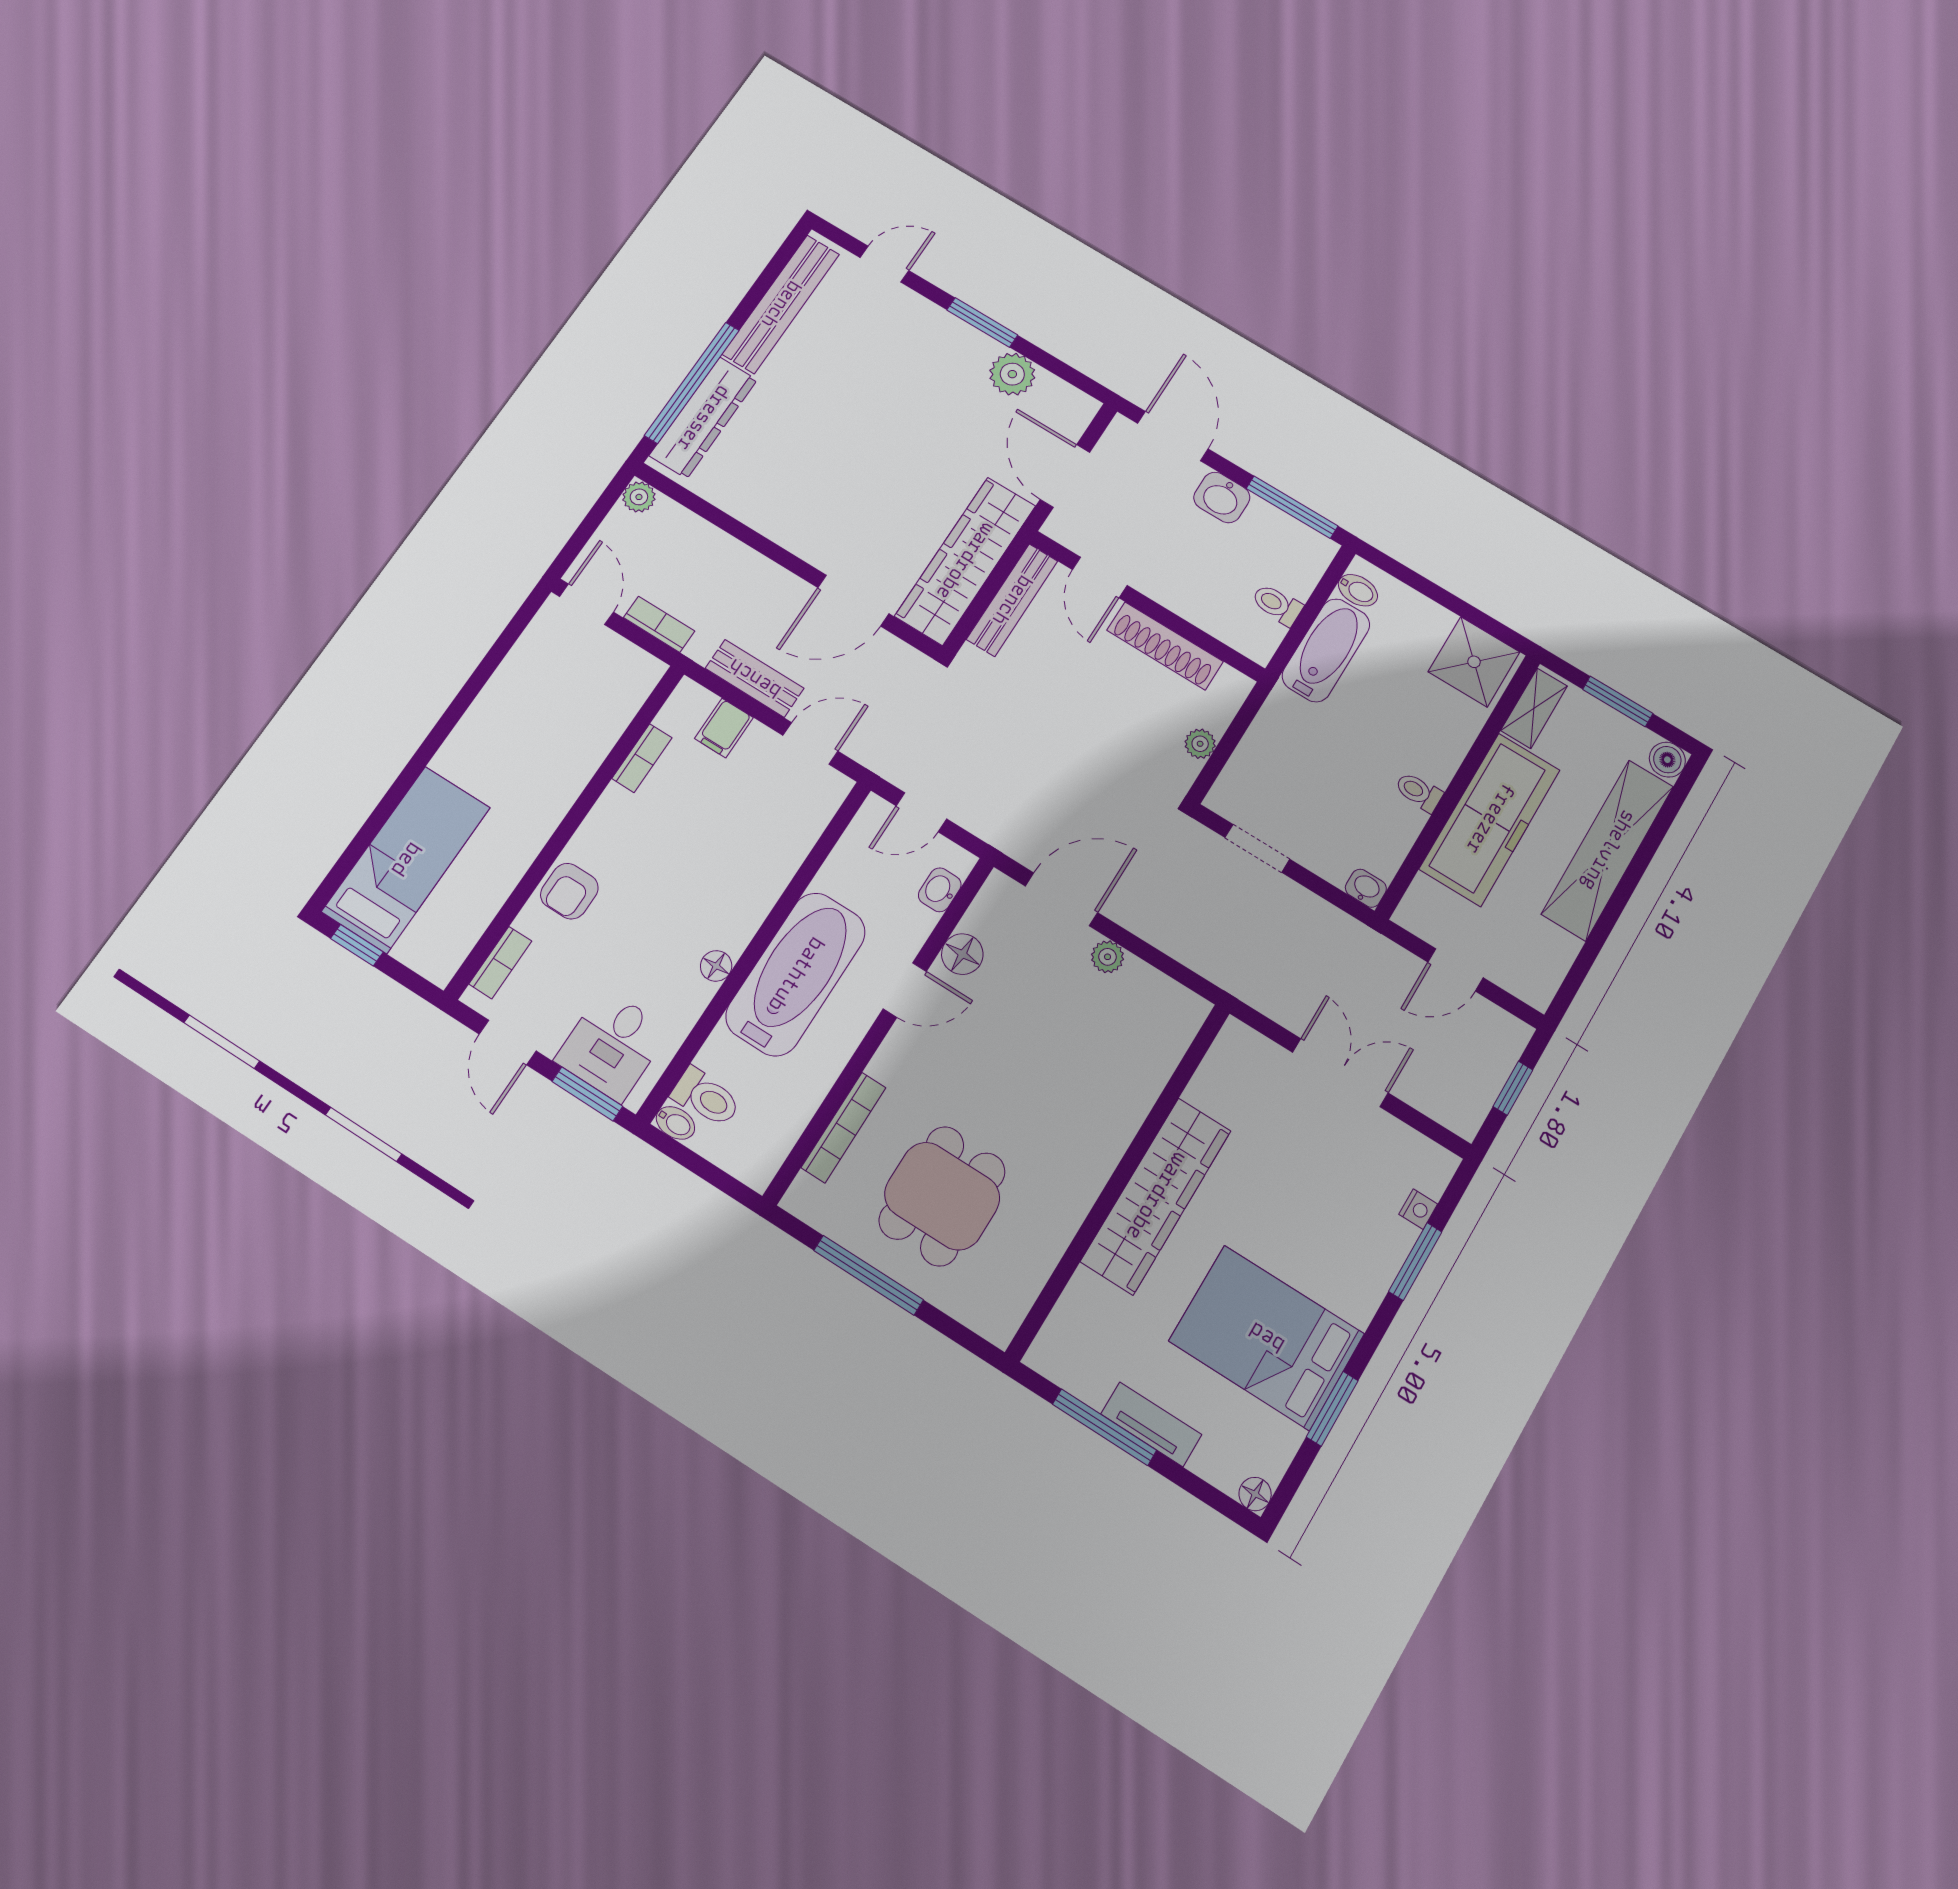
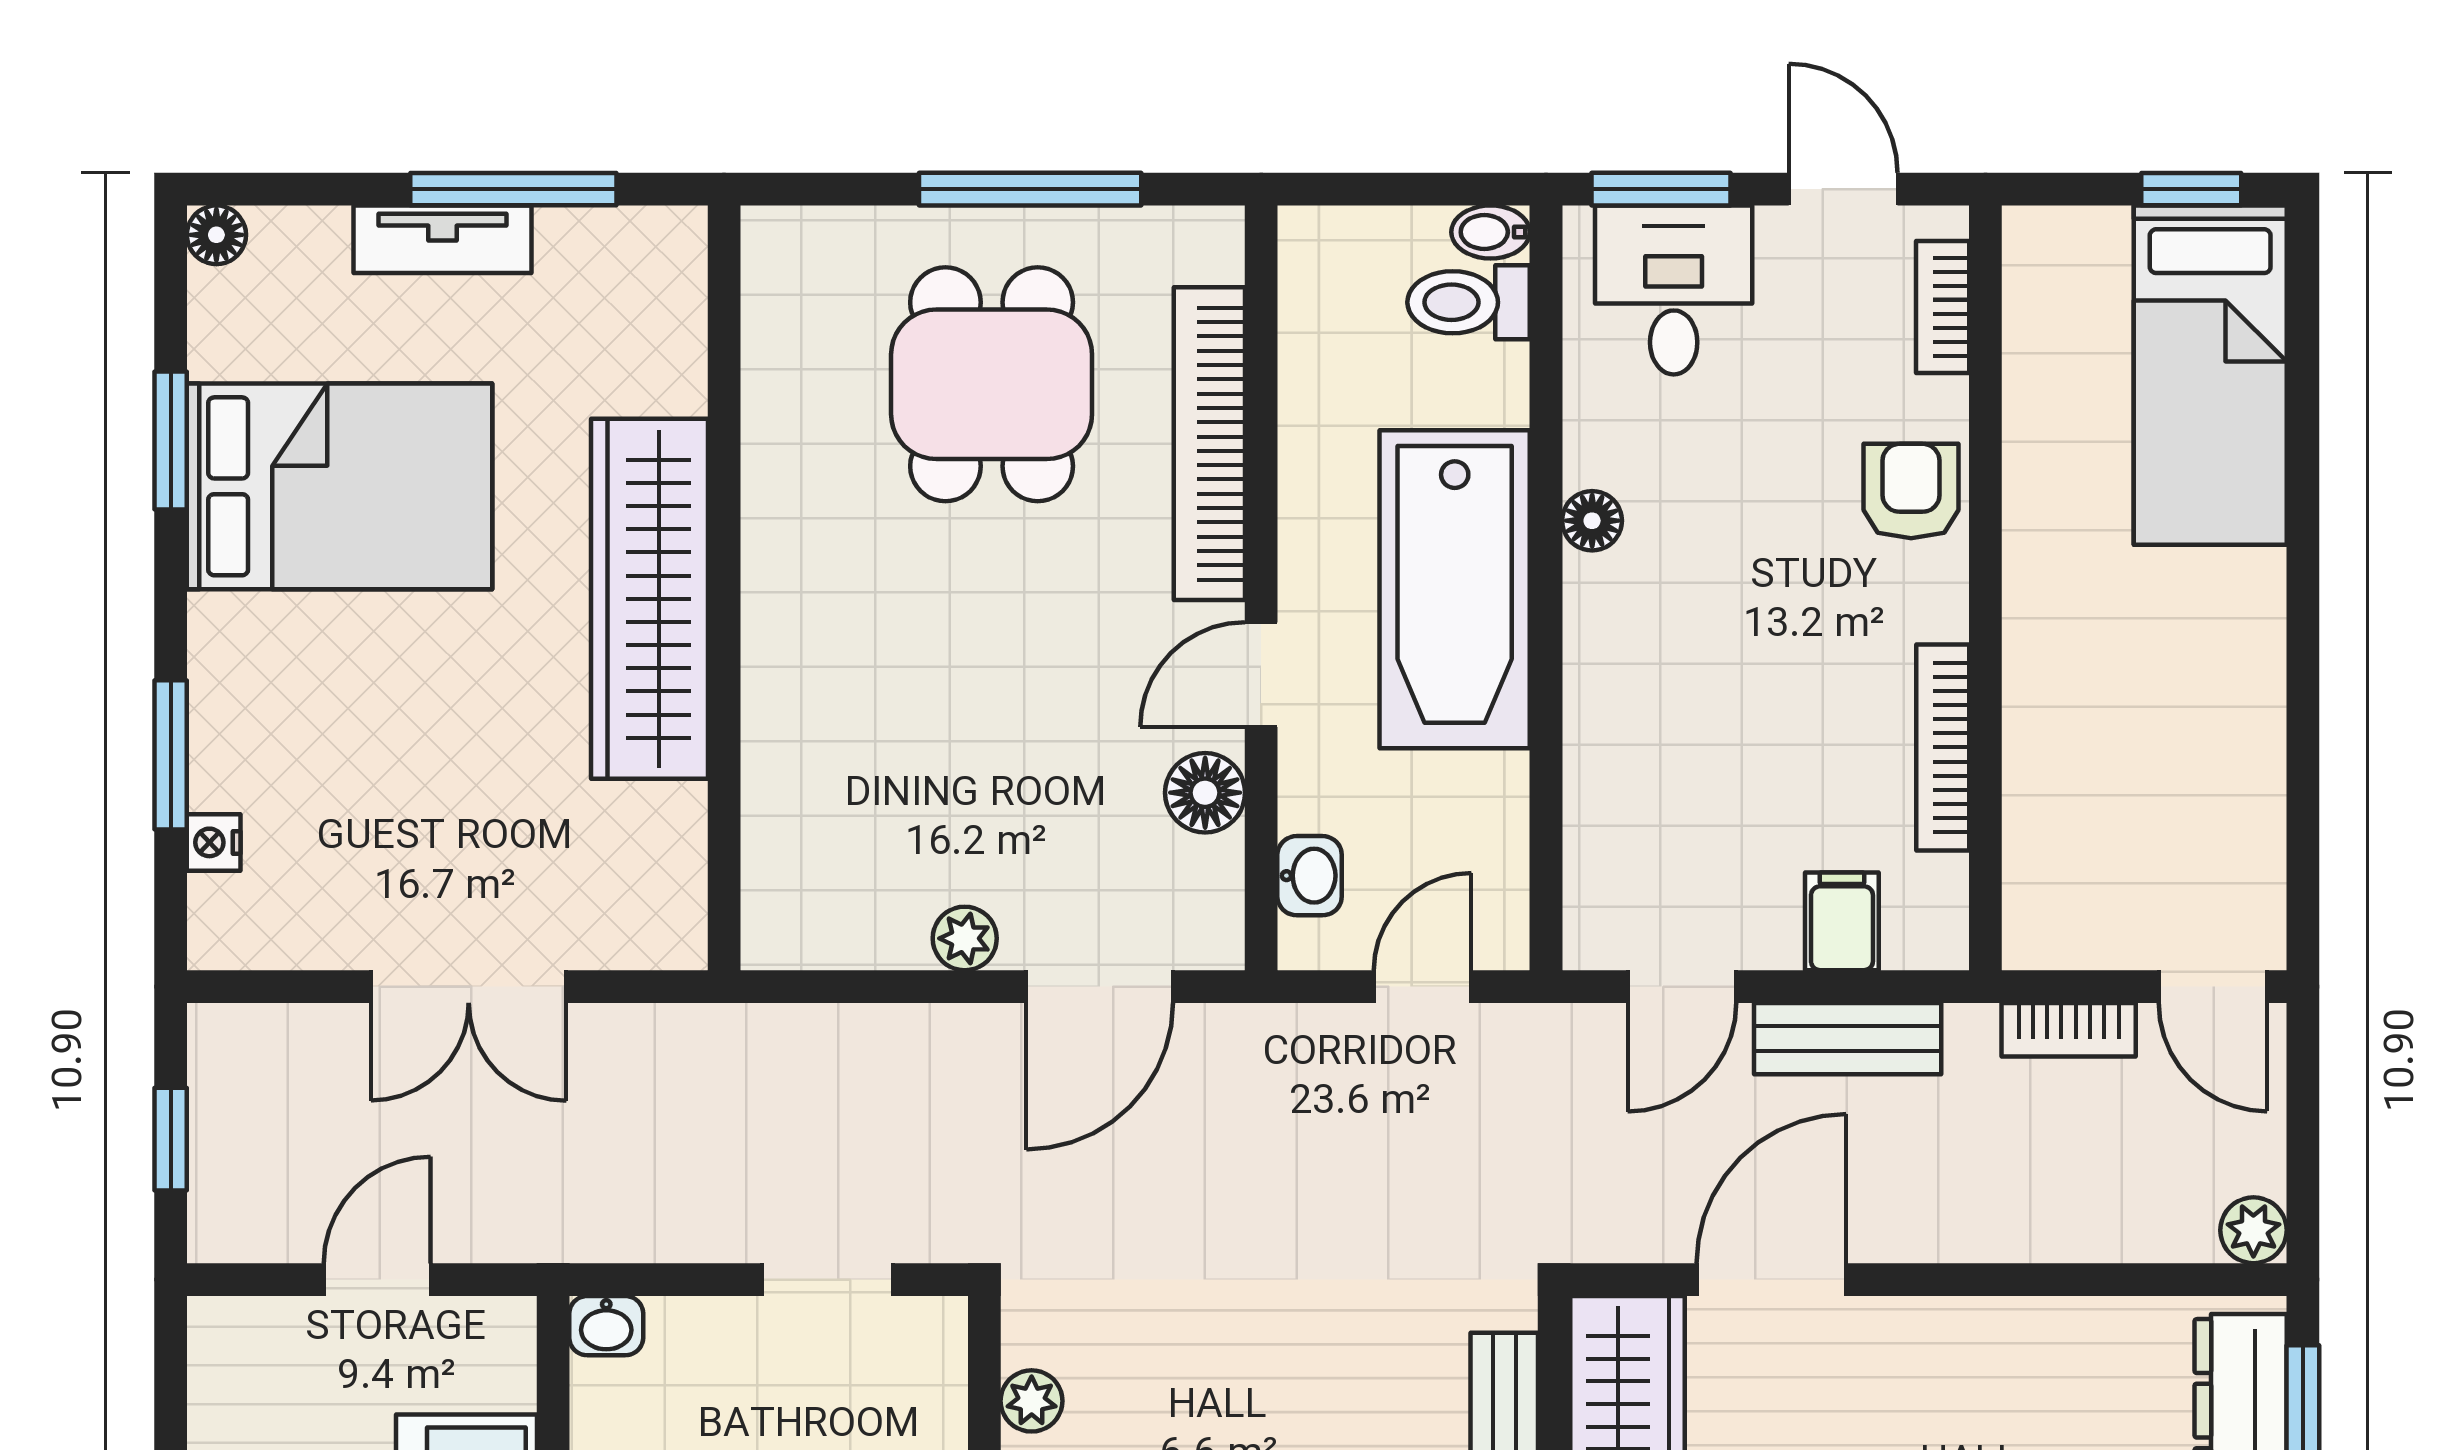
bookcase: (642, 758) -> (1943, 747), width x1.56
bookcase: (844, 1128) -> (1209, 444), width x1.48, depth x1.31

